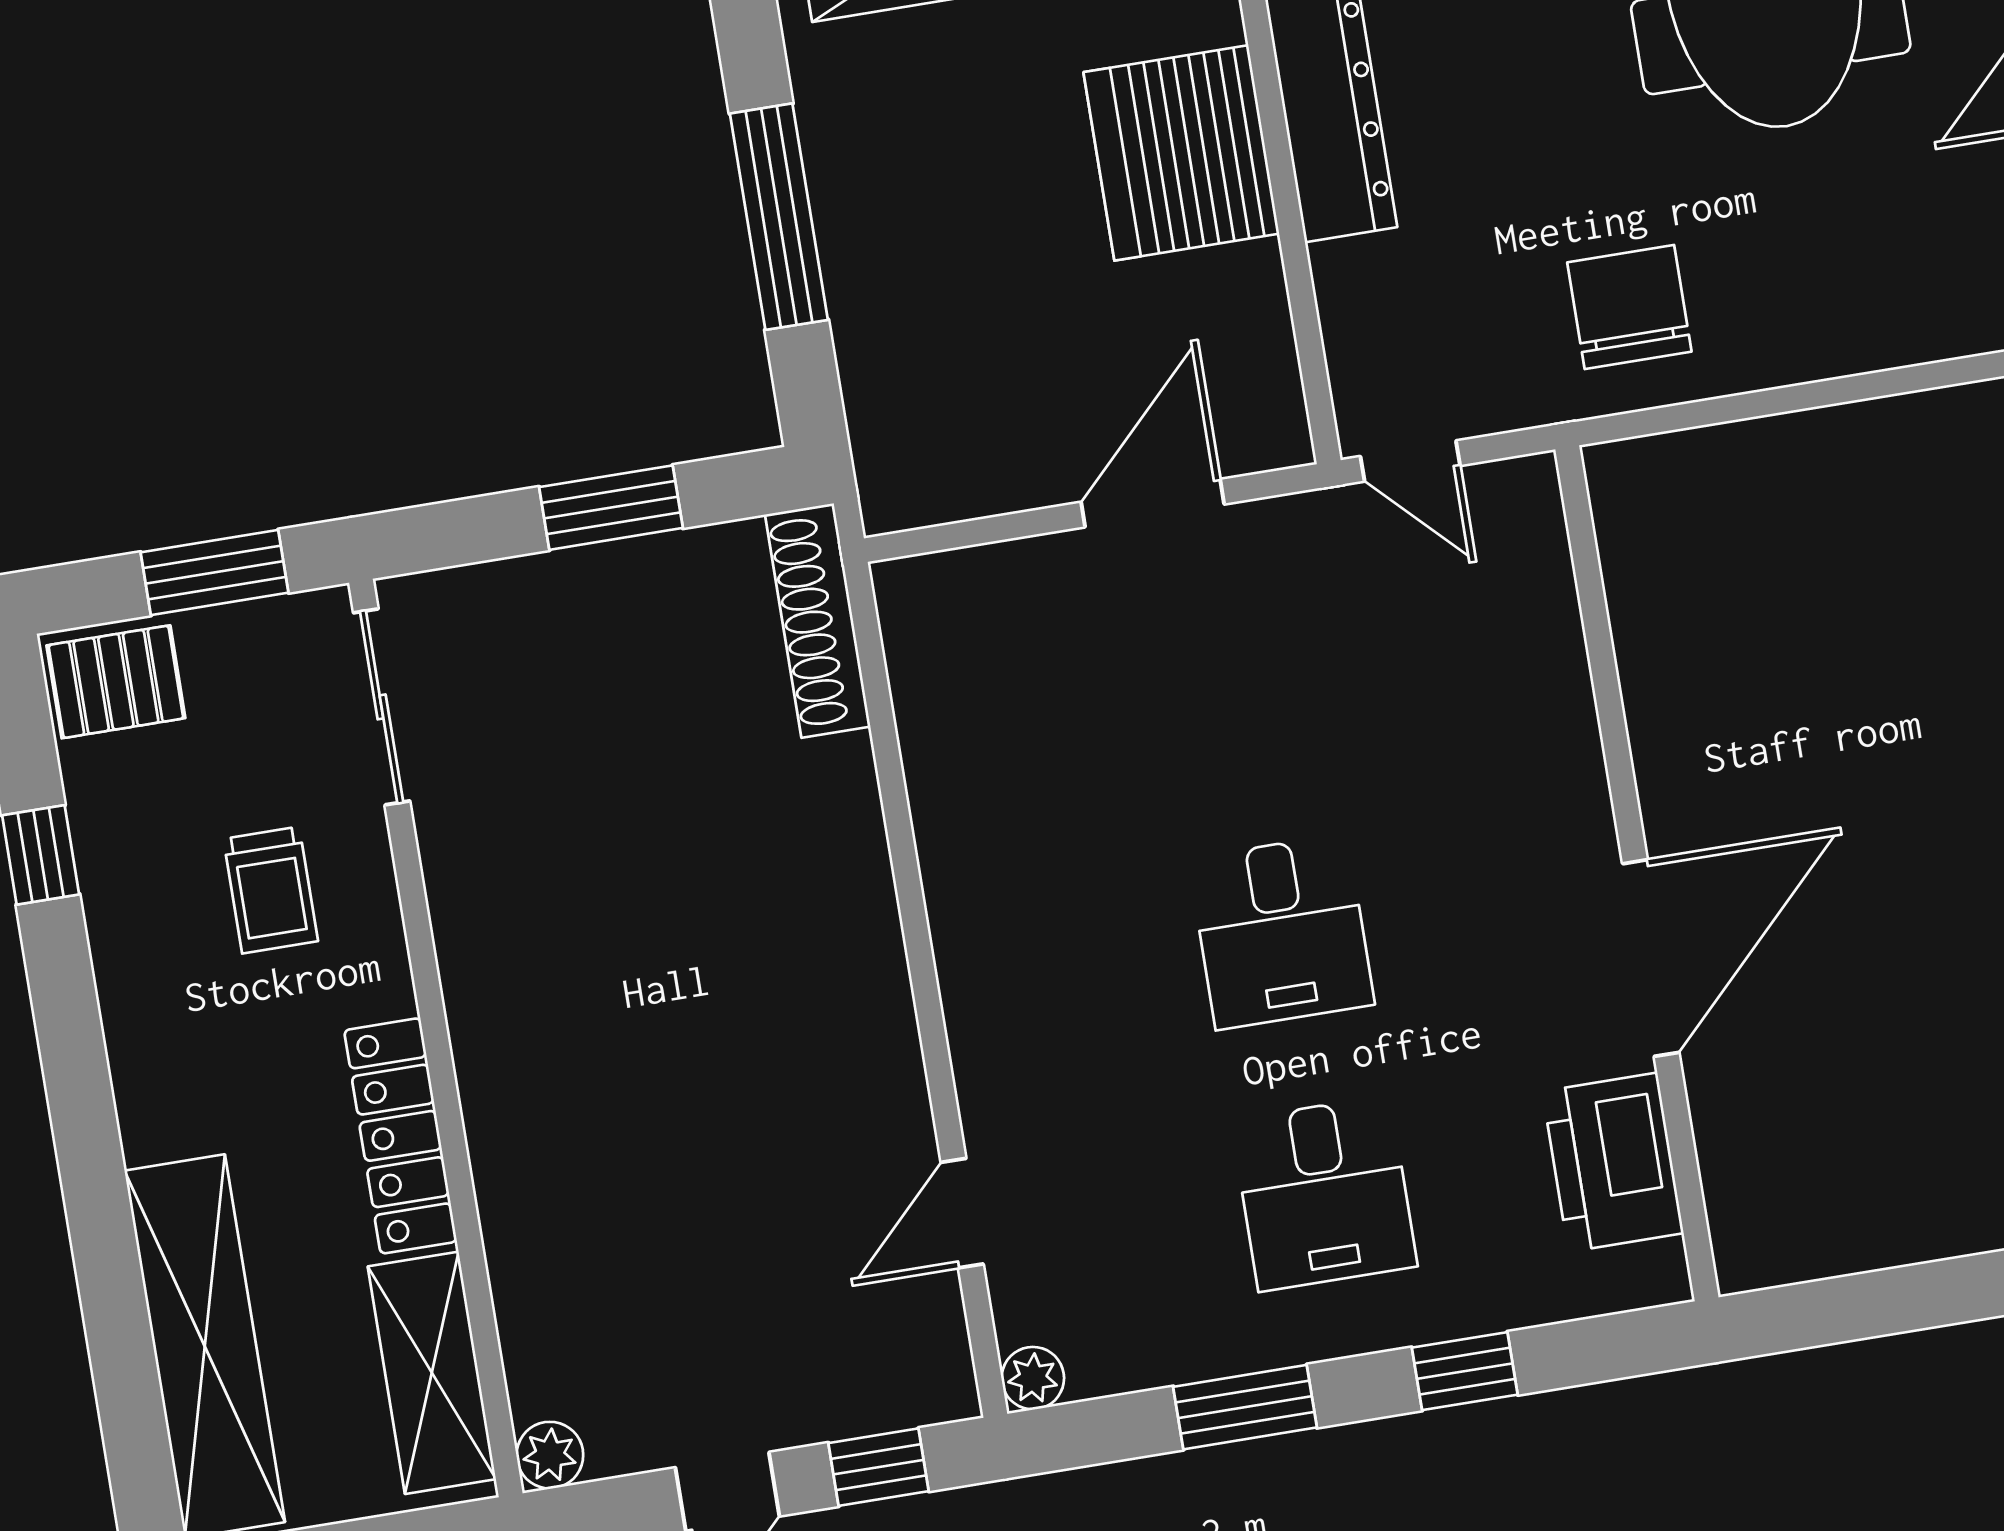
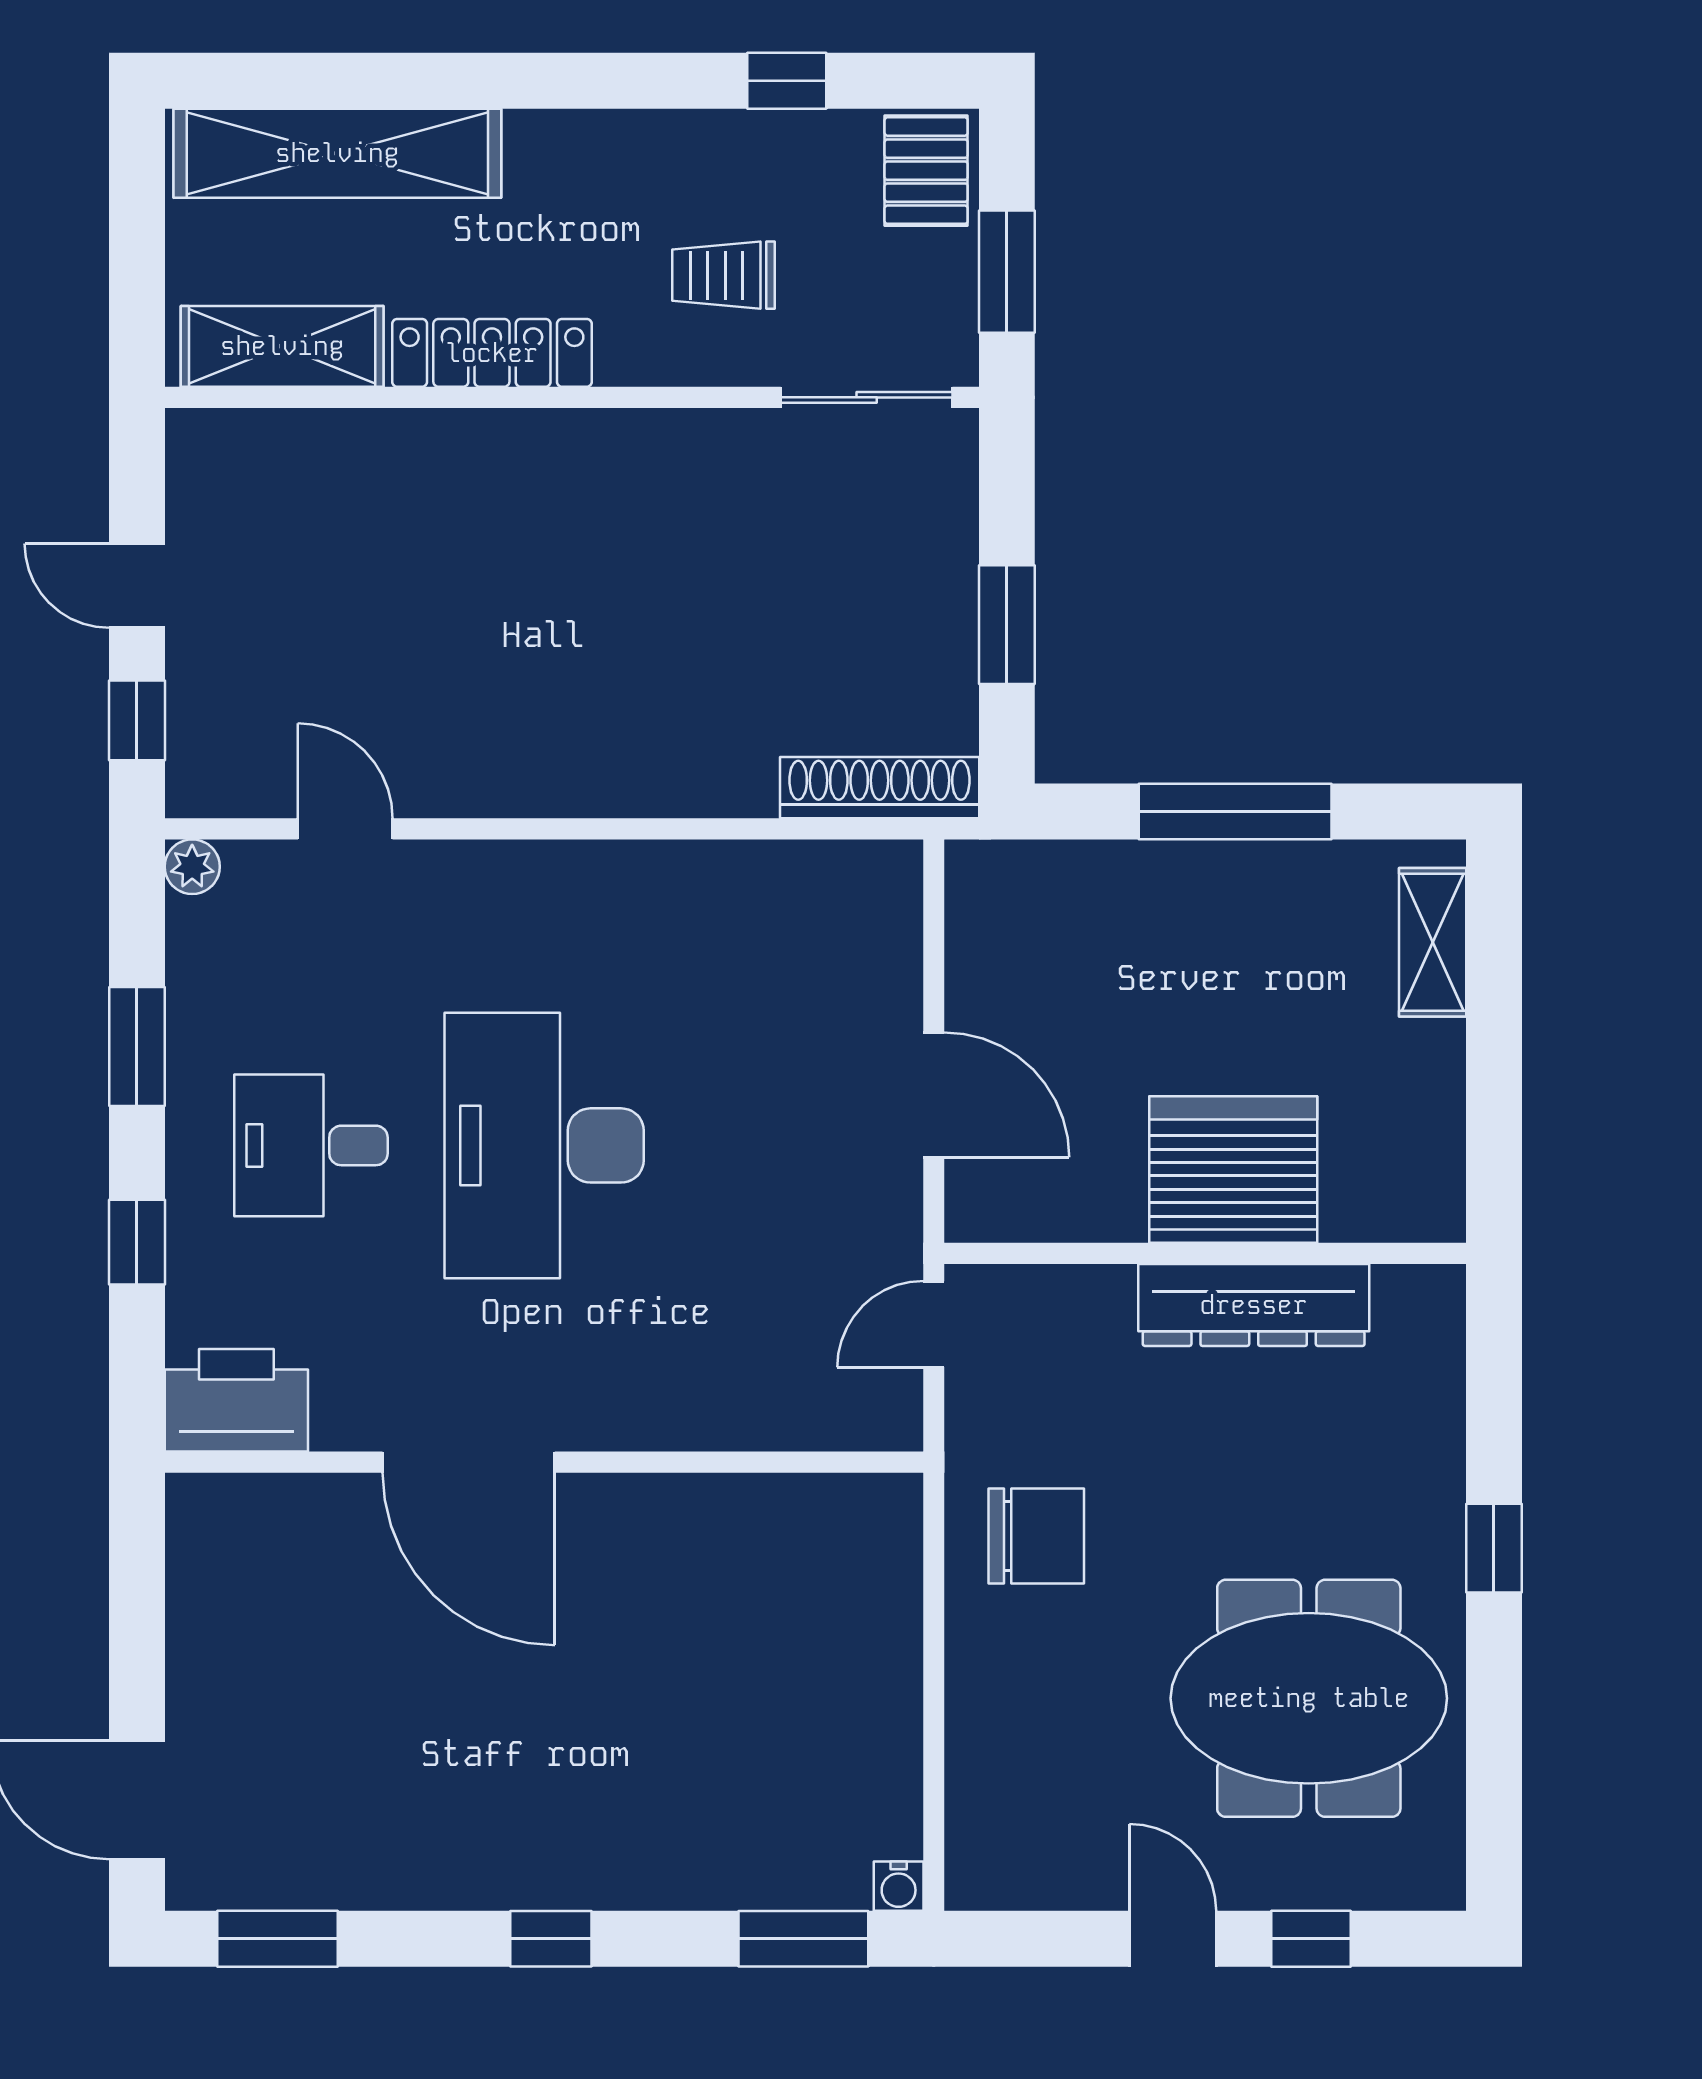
desk: (1281, 932) -> (544, 1145), width x1.87, depth x1.30
printer: (1613, 1162) -> (236, 1400), moved
plant: (550, 1455) -> (194, 437), removed

